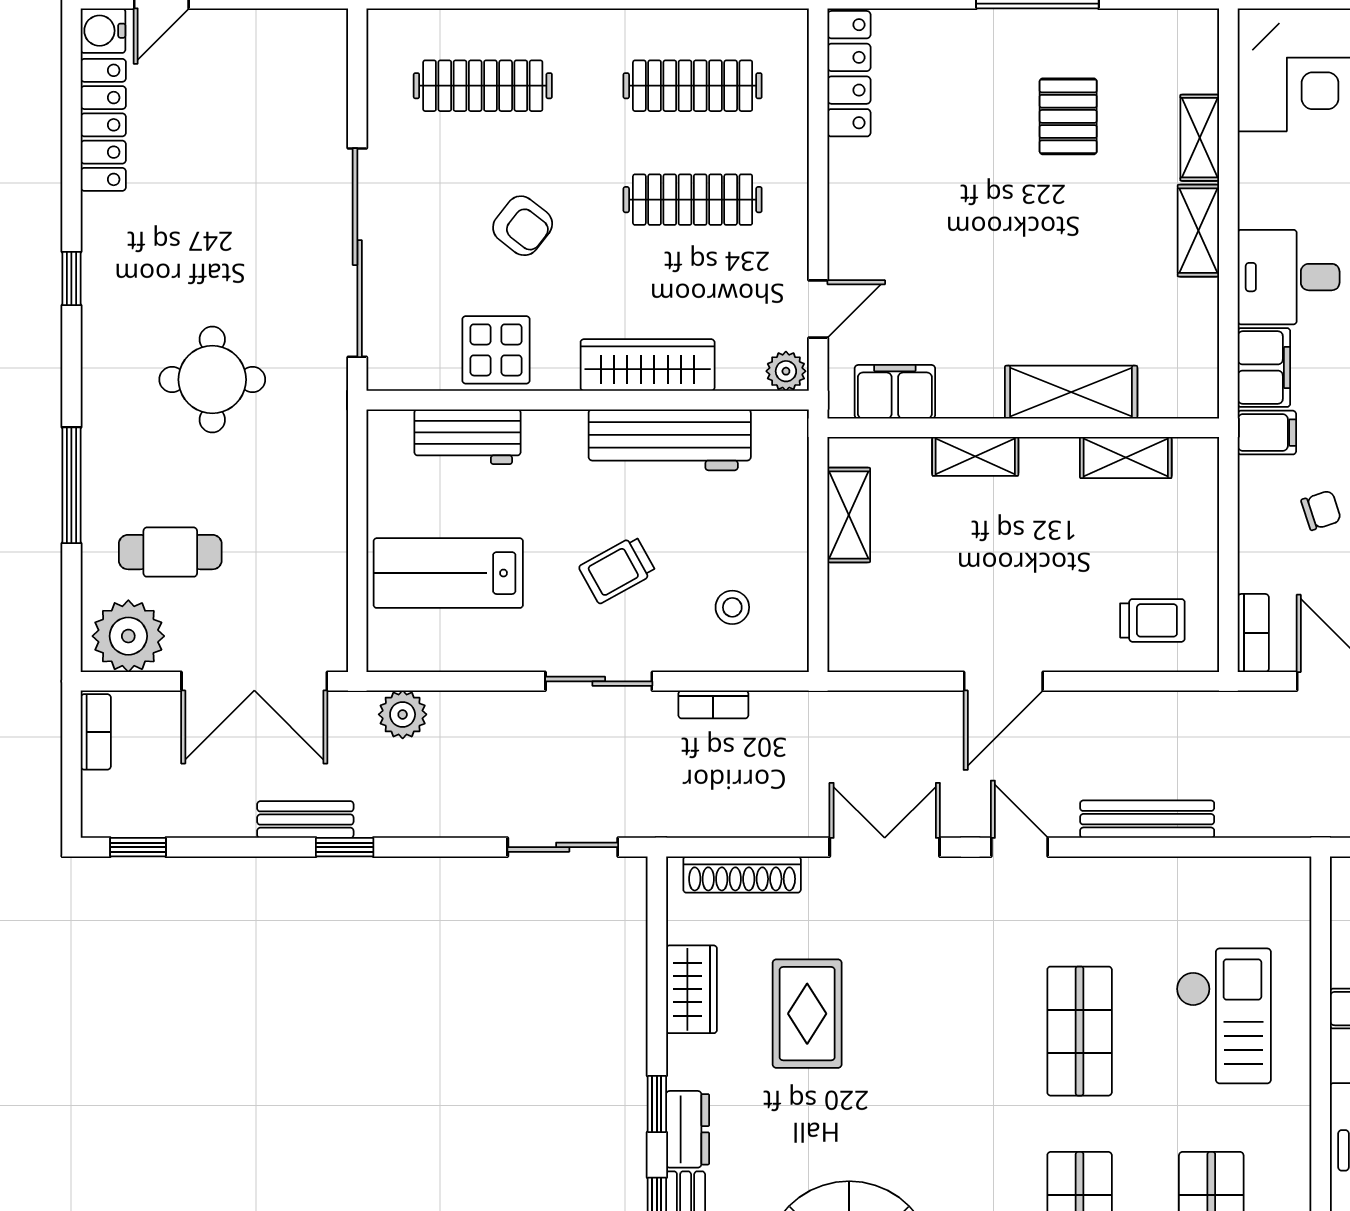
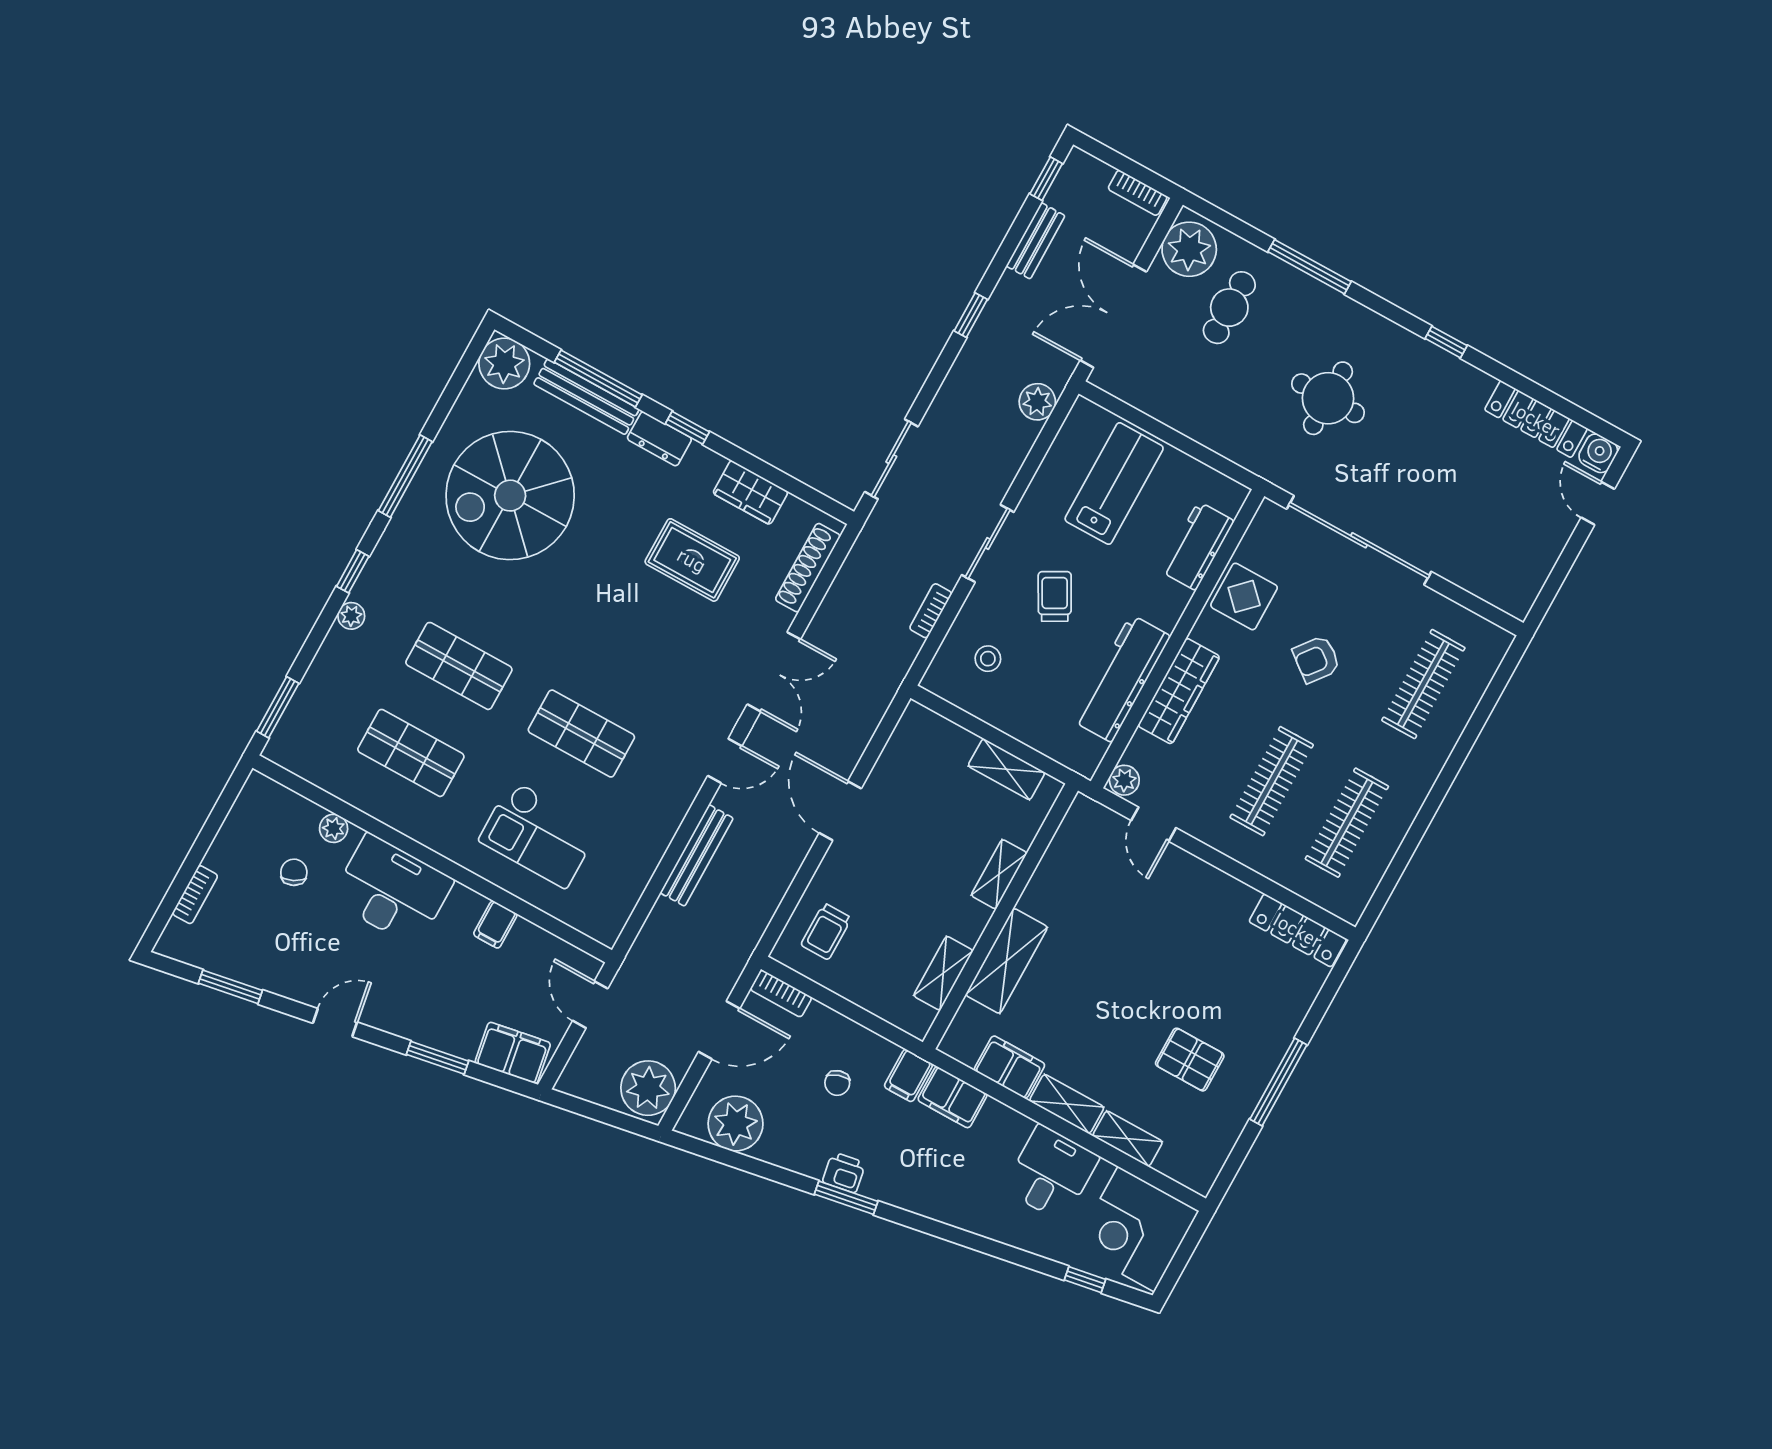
desk: (1289, 277) -> (1051, 1173), moved
filing cabinet: (895, 392) -> (1010, 1067), moved, turned -90
bench: (305, 820) -> (1036, 241), moved

